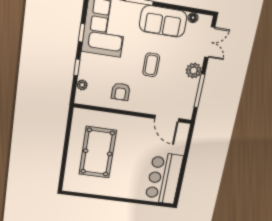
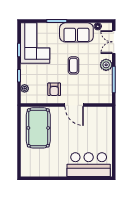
double door: (210, 42) -> (114, 42), swing flipped
door: (167, 118) -> (74, 105), moved
pool table: (98, 152) -> (38, 128), moved
bar counter: (164, 178) -> (89, 165), moved, turned 90

